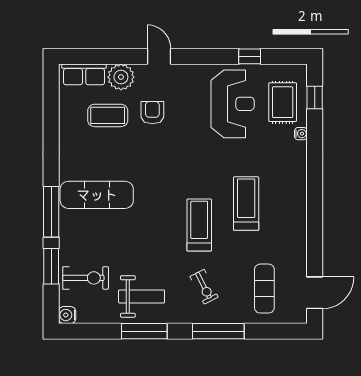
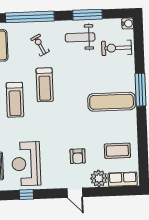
window: (250, 56) -> (26, 194), moved
coffee table: (108, 115) -> (117, 151), moved
window: (51, 266) -> (139, 55), removed
window: (144, 331) -> (87, 15), moved
window: (218, 331) -> (30, 17), width x1.46

